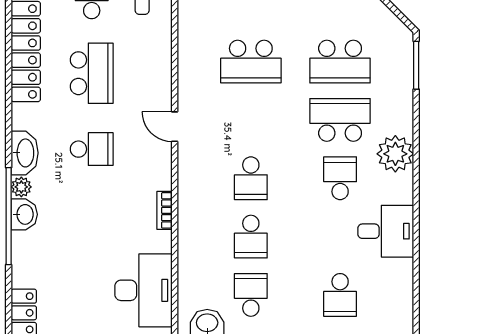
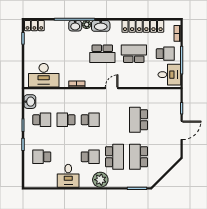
school desk: (92, 73) -> (134, 54), turned 180
school desk: (92, 149) -> (102, 54), width x1.85
school desk: (251, 178) -> (90, 120), turned 180

